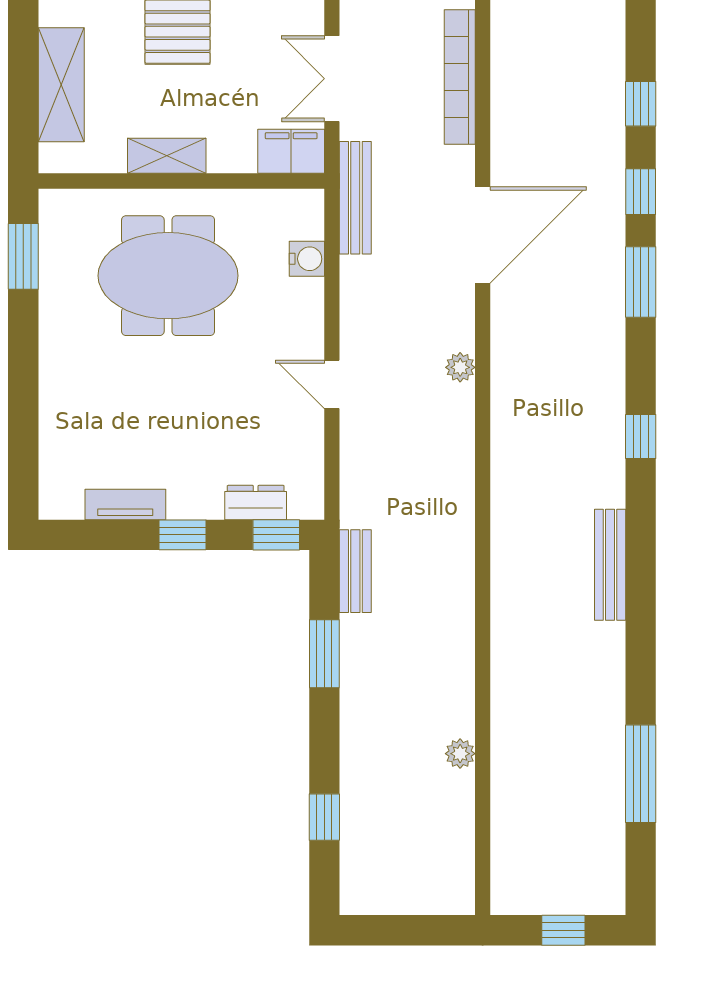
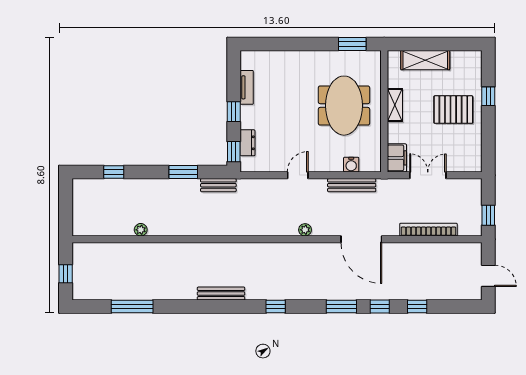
bench: (355, 198) -> (352, 185), moved

